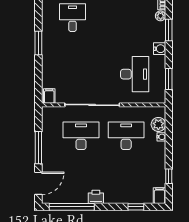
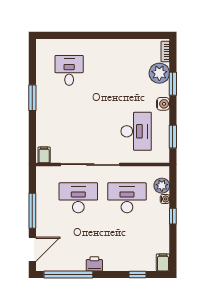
plant: (161, 16) -> (159, 73), width x1.87, depth x1.87
window: (169, 176) -> (173, 216), moved

